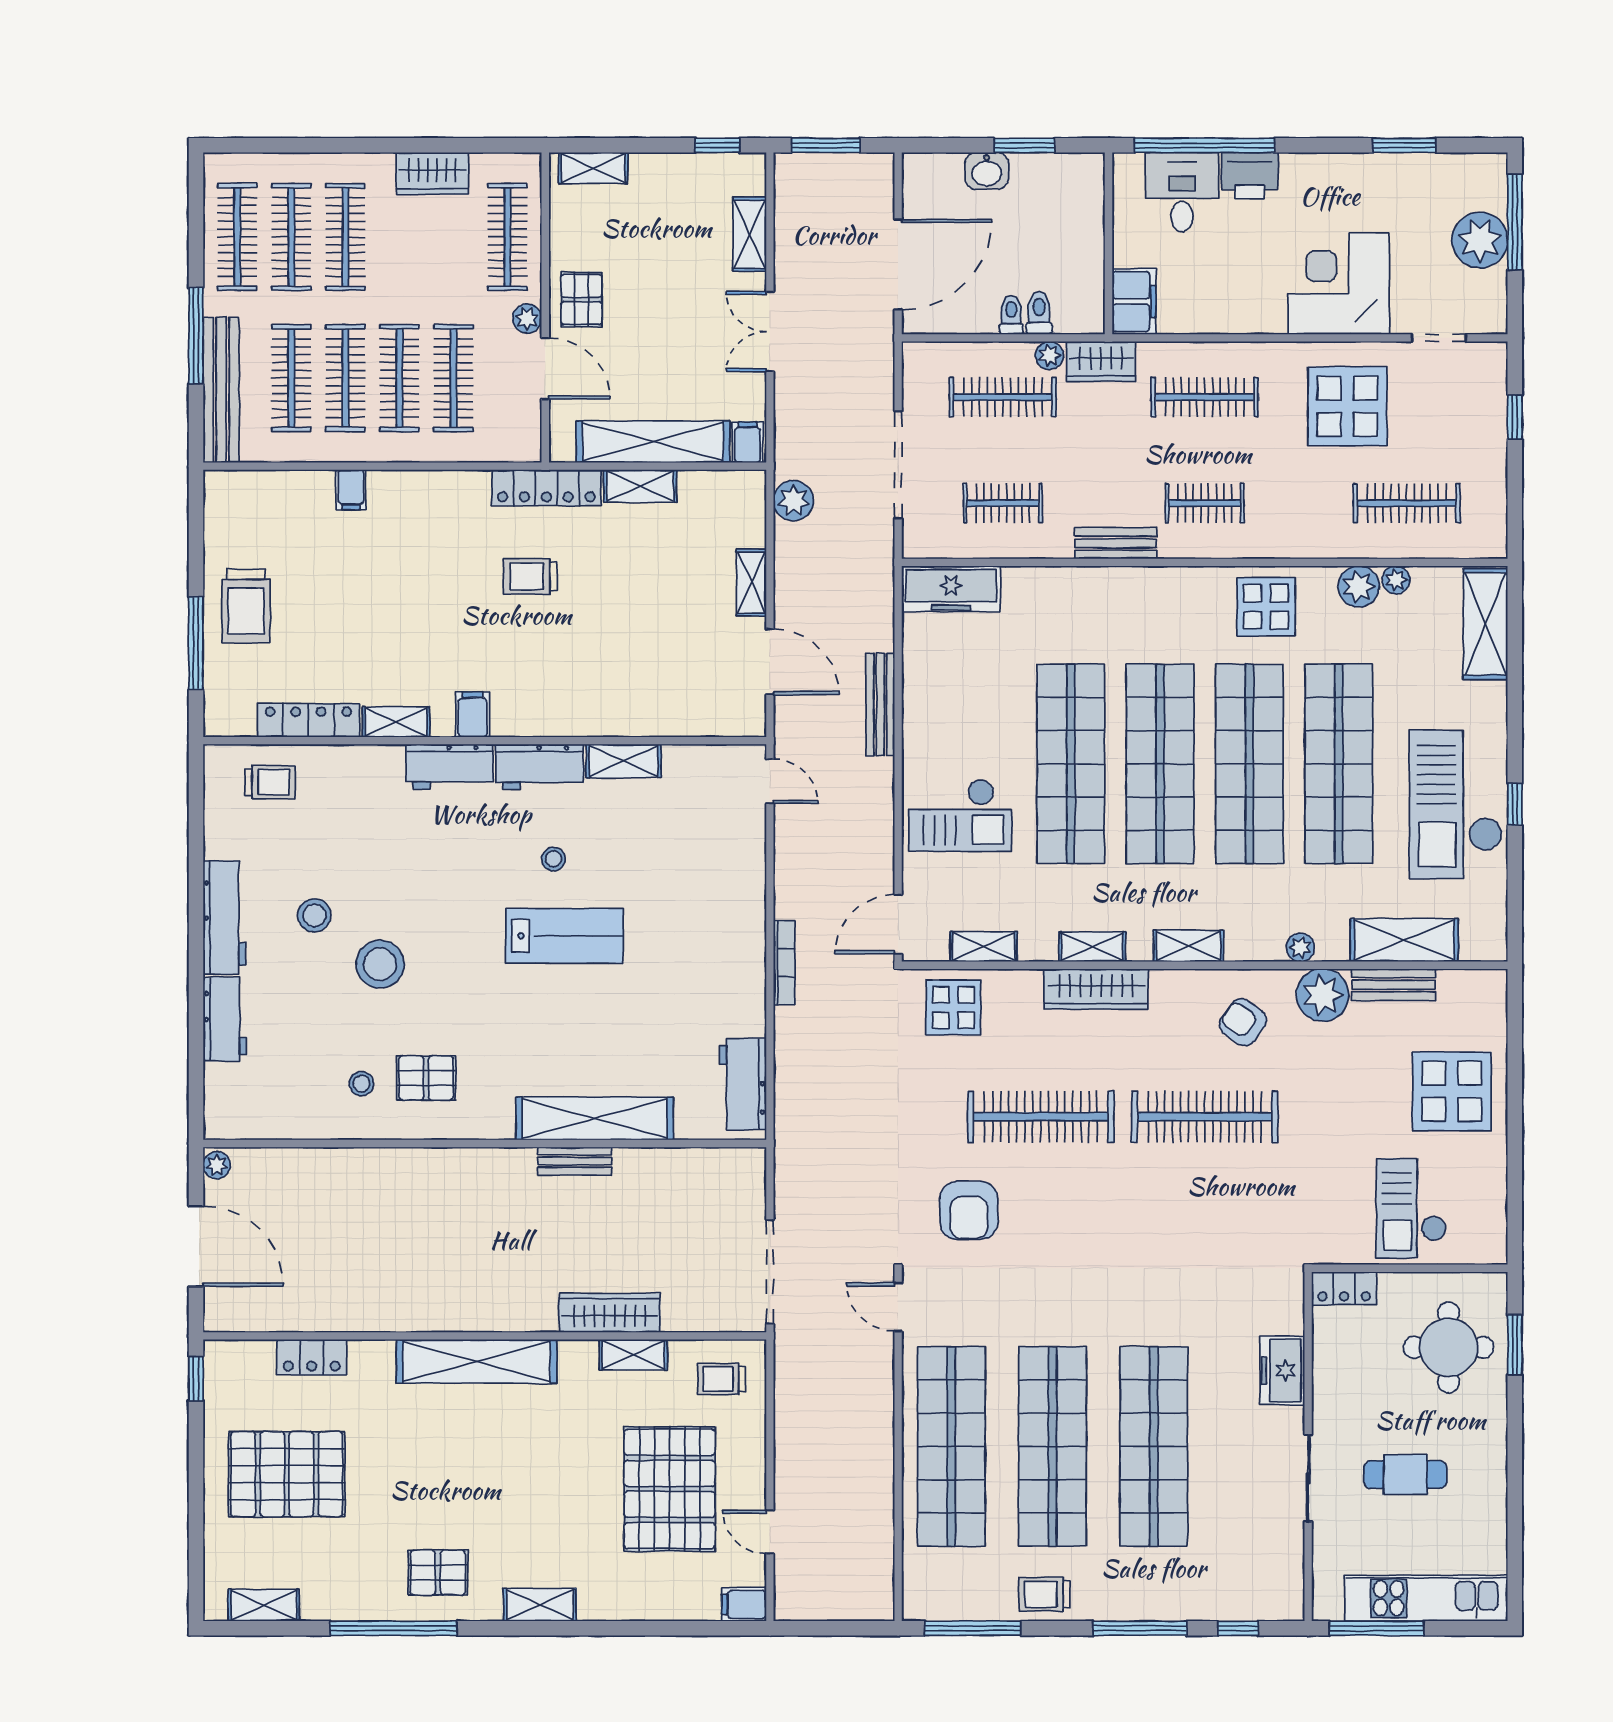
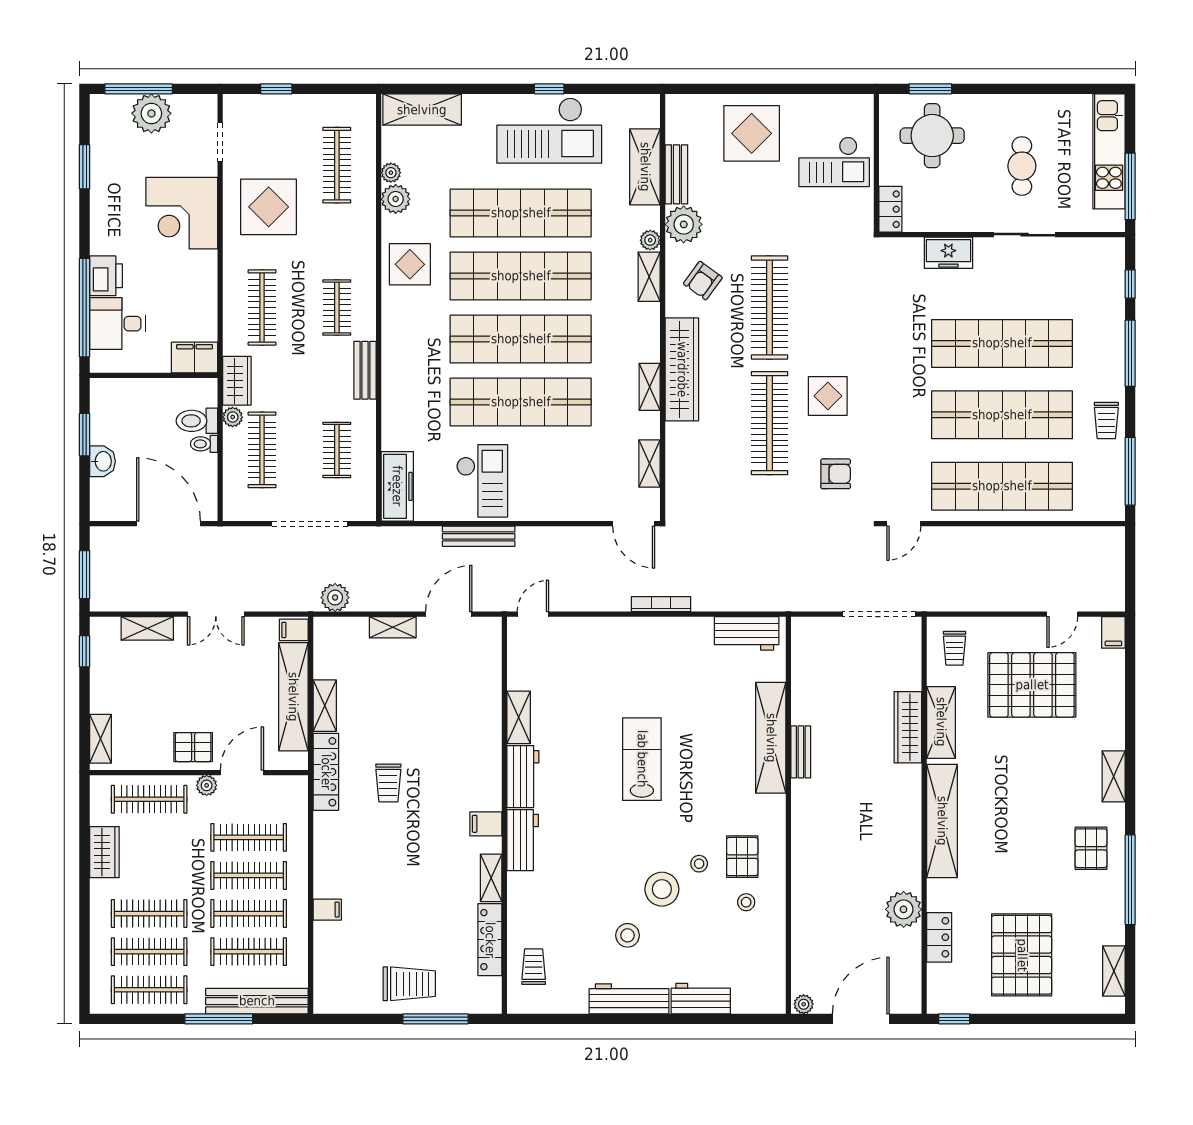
toilet: (1039, 313) -> (197, 421), width x1.37, depth x1.39
checkout: (960, 815) -> (482, 481), moved
stool: (554, 859) -> (699, 864), moved
shelving: (1189, 946) -> (649, 277), moved
wardrobe: (1096, 989) -> (682, 369), width x1.40, depth x1.17
display table: (954, 1007) -> (828, 396), moved
armchair: (969, 1210) -> (836, 474), width x0.72, depth x0.72
plant: (351, 1307) -> (904, 909), added
shelving: (633, 1355) -> (941, 722), width x1.50, depth x1.33

